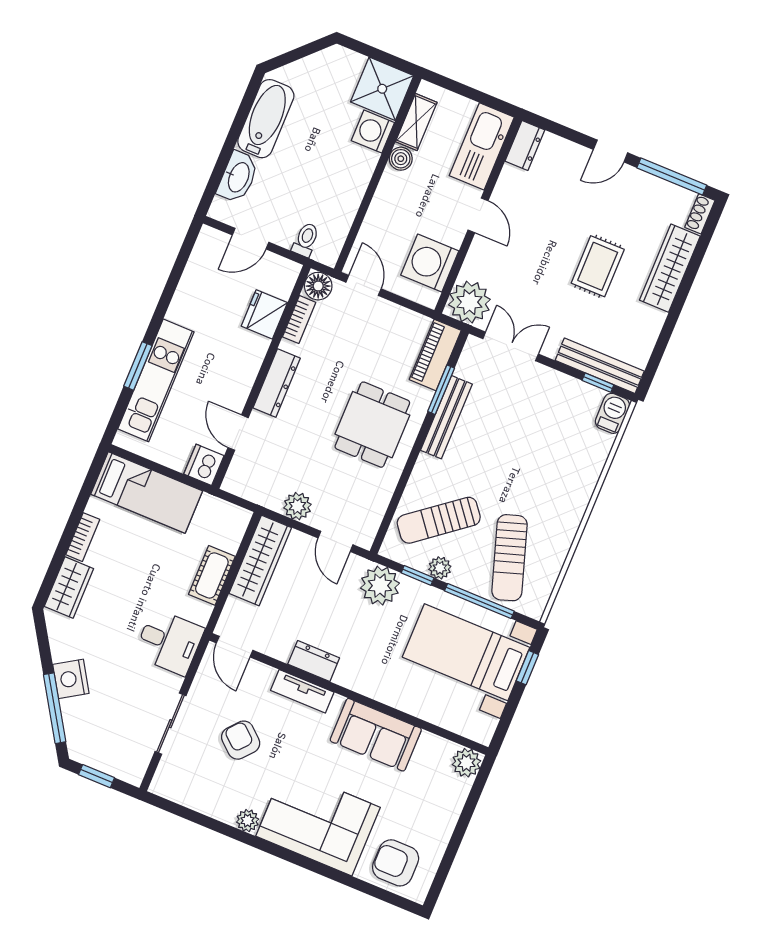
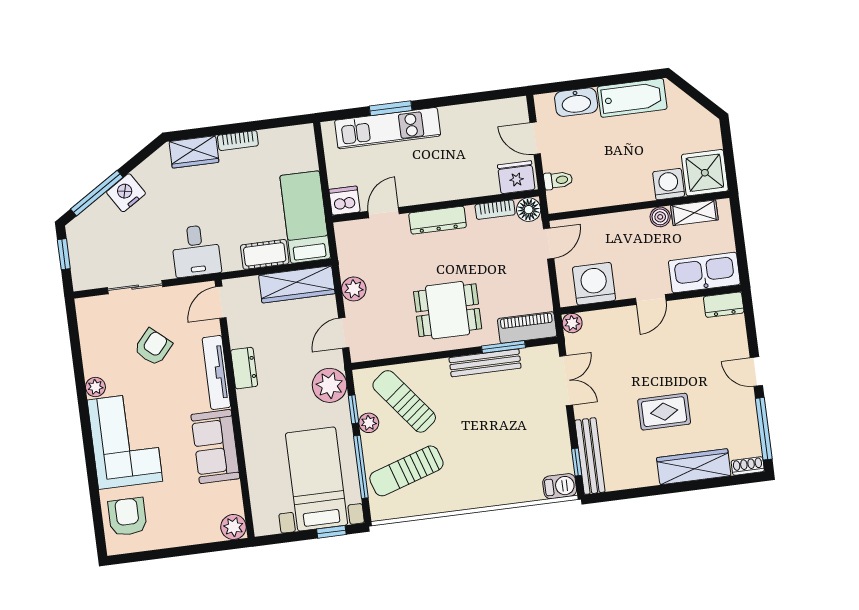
plant: (469, 302) -> (572, 323), width x0.53, depth x0.53
fridge: (264, 314) -> (516, 177), moved
bed: (147, 493) -> (305, 217), moved, turned 180
tv unit: (302, 691) -> (216, 372), width x1.41

